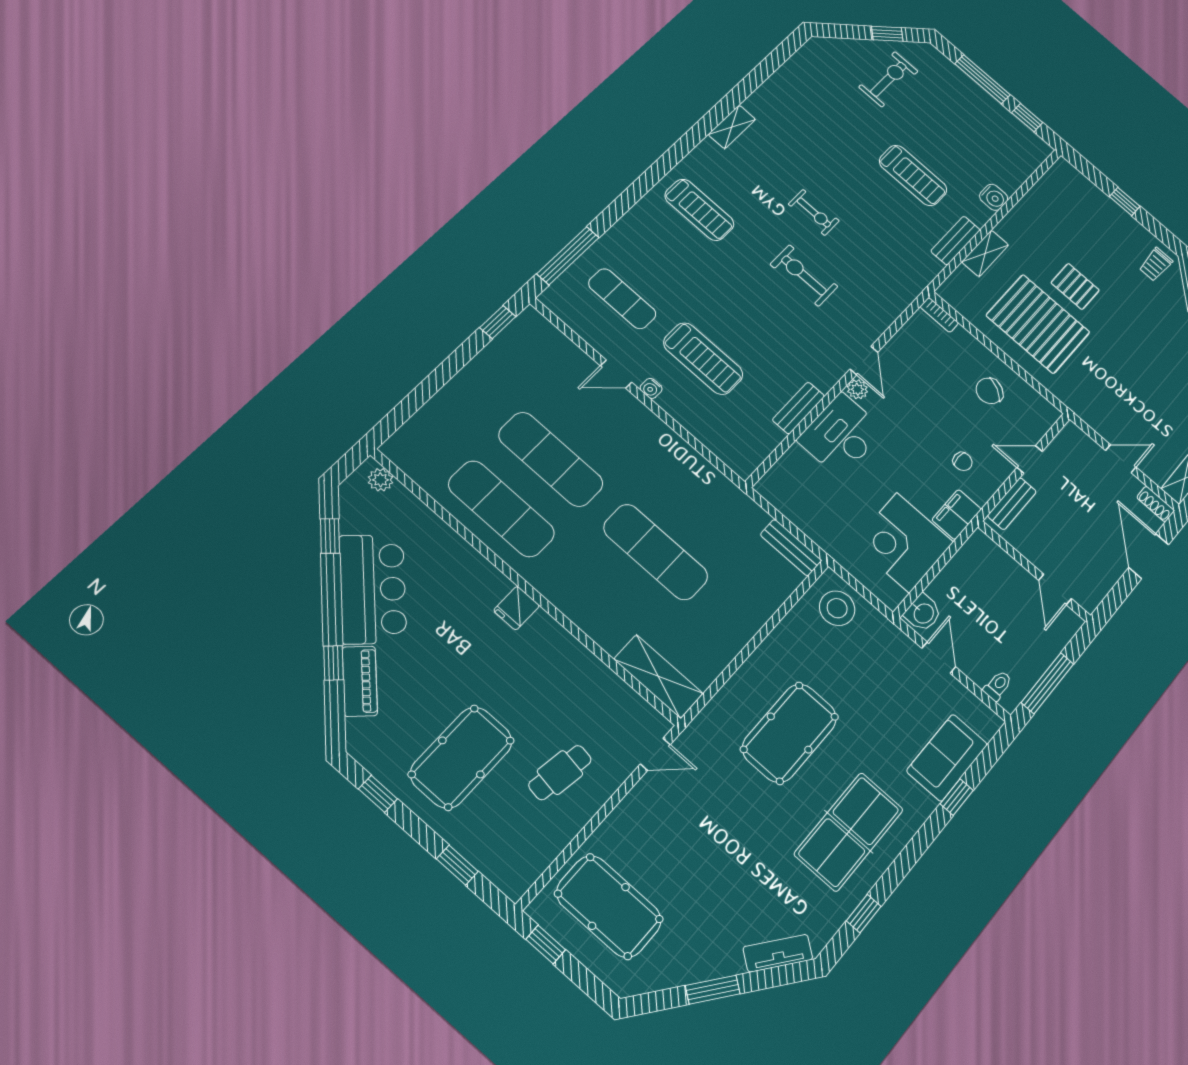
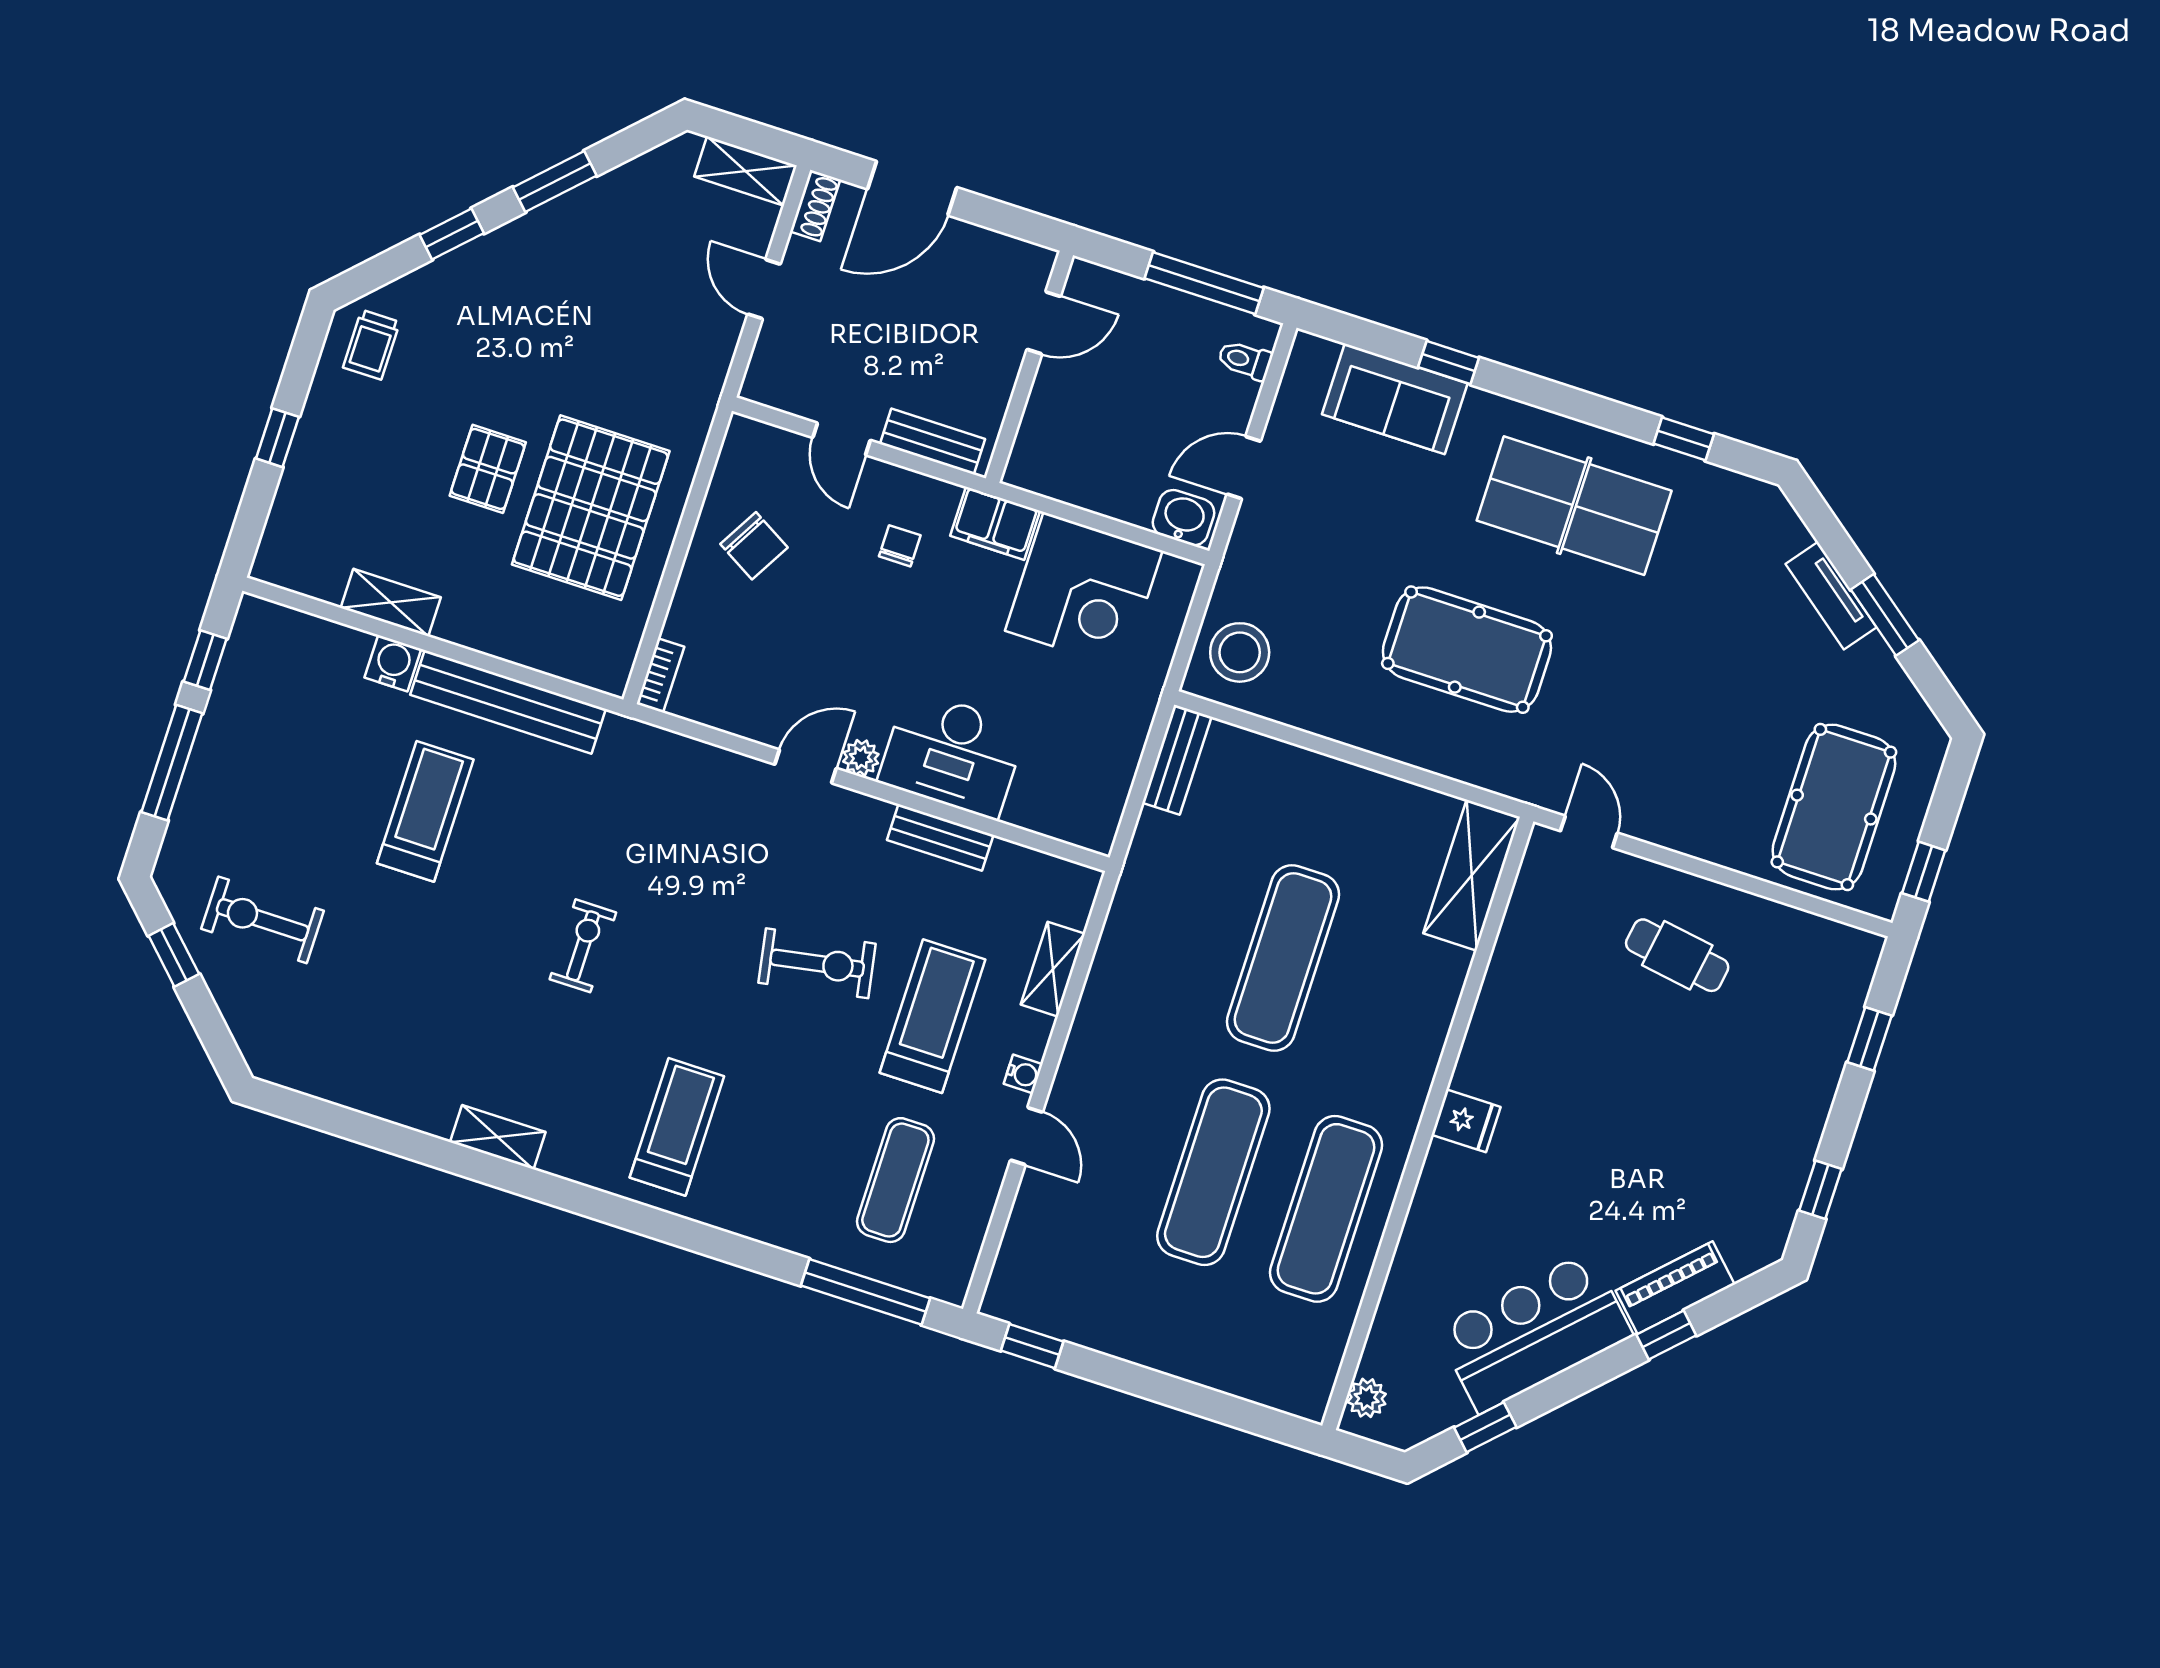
bench: (955, 240) -> (508, 702), width x1.86, depth x1.21
shelving: (985, 253) -> (391, 603), moved
trolley: (1156, 264) -> (371, 345), turned 90
exercise bike: (804, 275) -> (817, 963), moved, turned -100
shelving: (702, 430) -> (1053, 969), added
pool table: (461, 757) -> (1718, 1101), removed
tv unit: (778, 953) -> (1831, 596), moved

